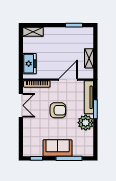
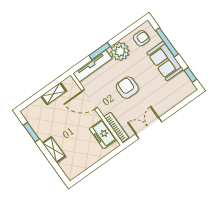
shelving: (33, 32) -> (54, 150), moved
freezer: (30, 64) -> (103, 134), moved, turned -90
armchair: (84, 143) -> (141, 38), added

